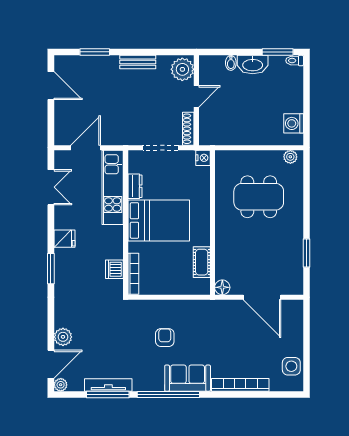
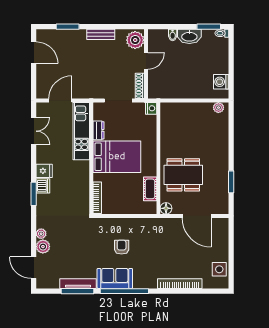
dining table: (259, 197) -> (183, 175), moved
dishwasher: (114, 269) -> (43, 186), moved, turned 180
door: (51, 364) -> (34, 268), swing flipped
sofa: (188, 378) -> (115, 278), moved
plant: (61, 385) -> (41, 234), moved

